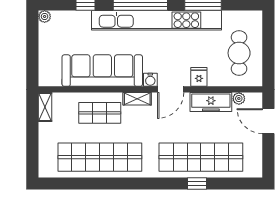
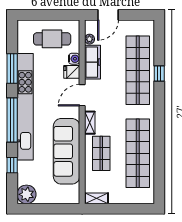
plant: (45, 16) -> (26, 194), width x1.87, depth x1.87
water cooler: (150, 80) -> (74, 59), moved
door: (171, 89) -> (82, 95), swing flipped

